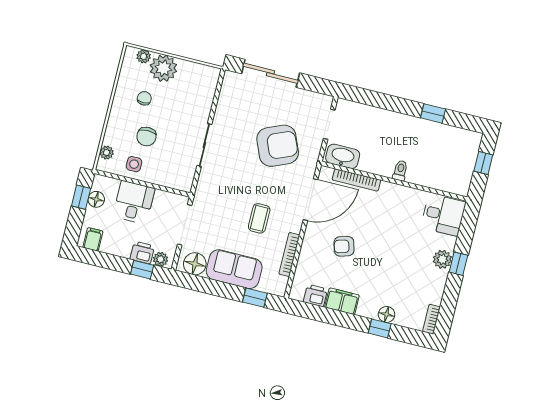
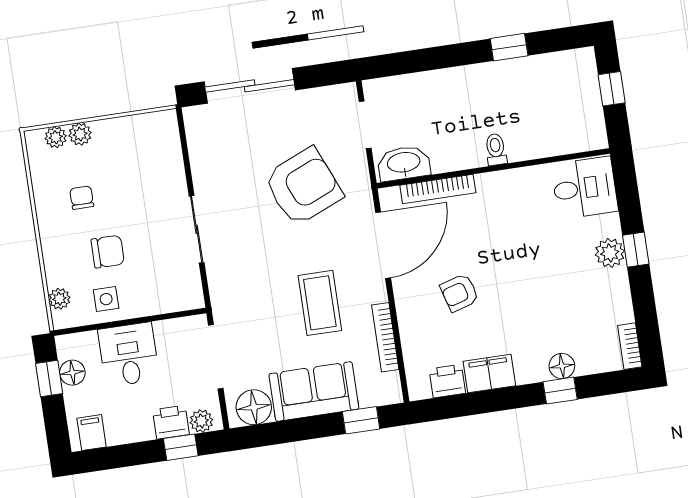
plant: (163, 68) -> (80, 134), width x0.53, depth x0.53
chair: (146, 137) -> (108, 252), turned -90
coffee table: (259, 218) -> (320, 303), width x1.36, depth x1.30

